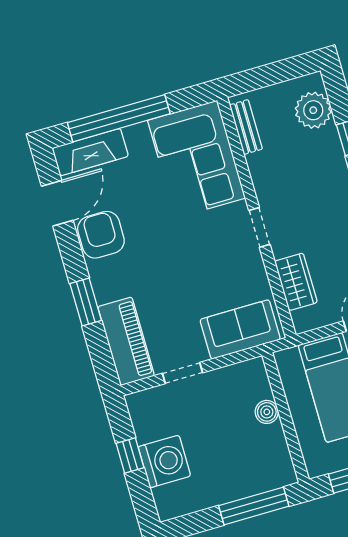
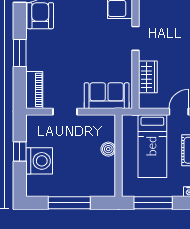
piano: (126, 341) -> (34, 90), width x0.73, depth x0.75
window: (254, 506) -> (69, 203), moved

